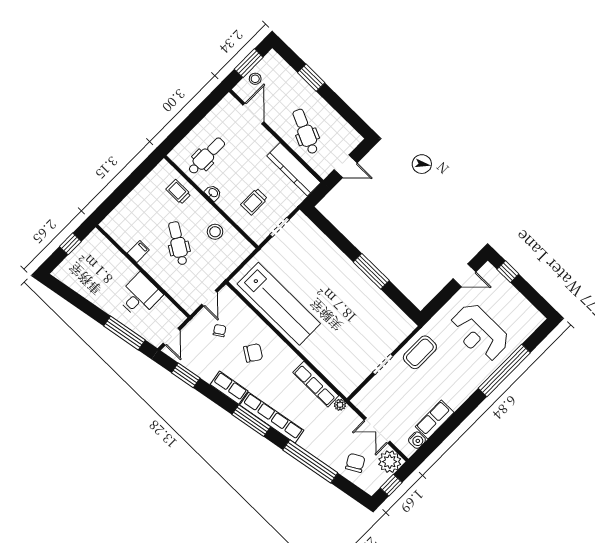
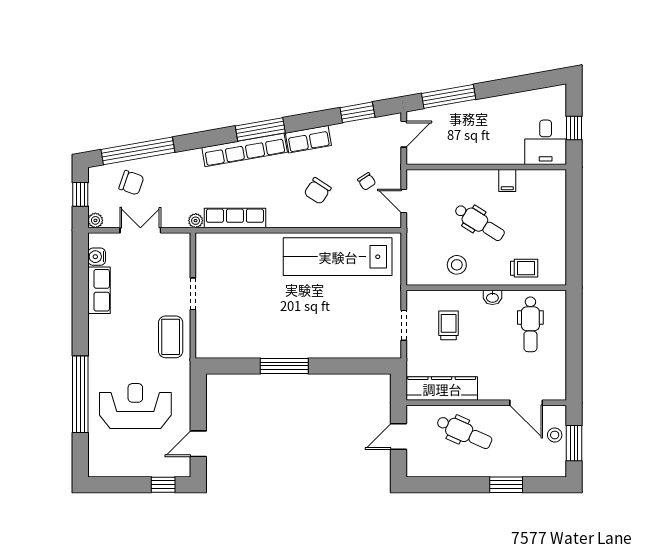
desk: (139, 296) -> (546, 142), moved
door: (172, 337) -> (404, 134), swing flipped
window: (310, 461) -> (138, 151), moved
plant: (390, 462) -> (95, 220), width x0.53, depth x0.53
chair: (355, 463) -> (131, 183), turned -41

